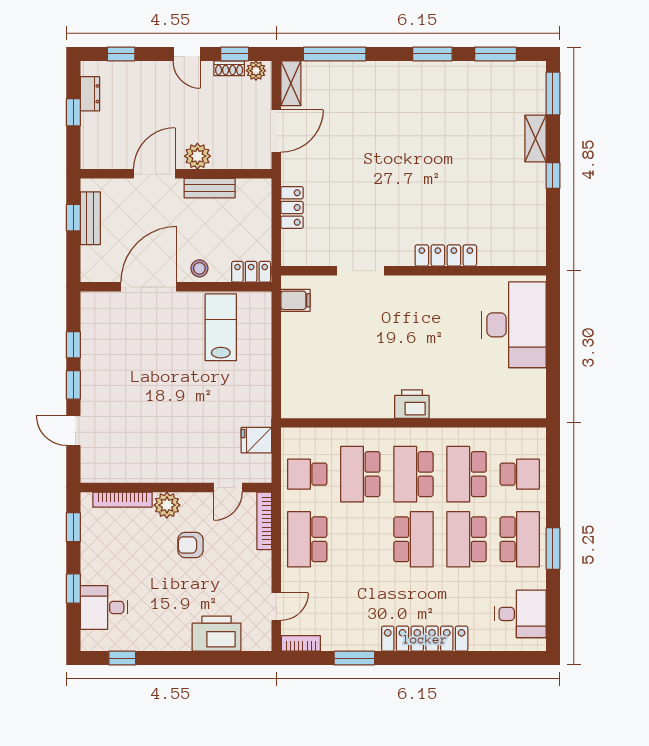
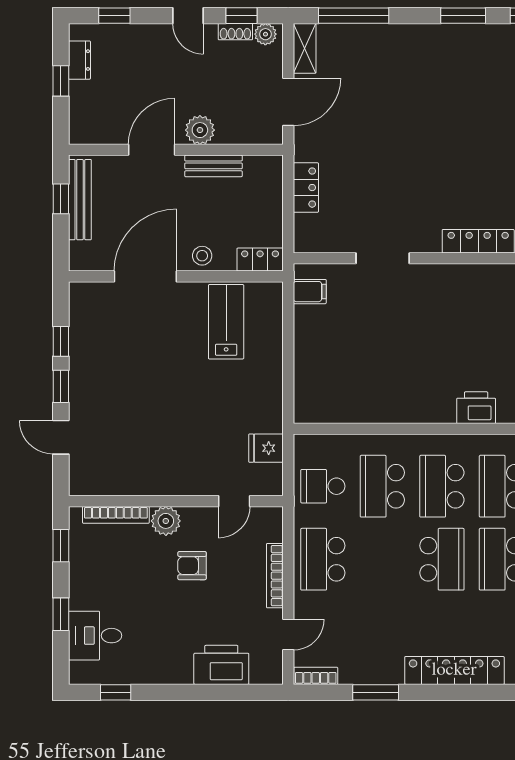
bench: (90, 218) -> (80, 200), width x1.36
printer: (412, 404) -> (476, 408), moved
bookcase: (264, 521) -> (275, 576), moved

